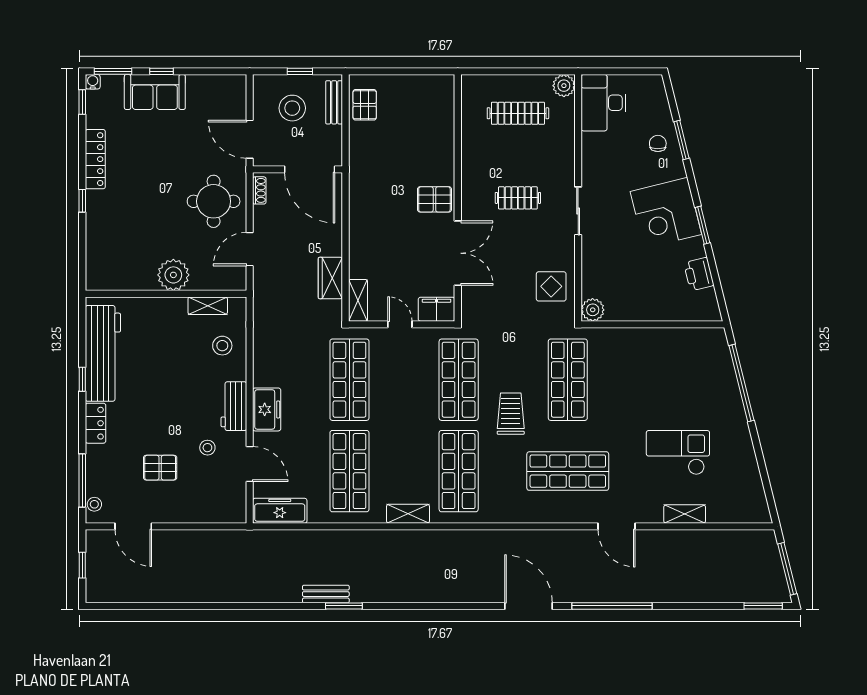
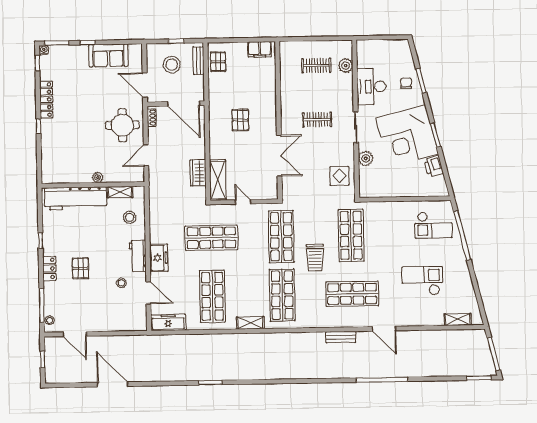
plant: (564, 86) -> (346, 66), moved
sofa: (155, 92) -> (108, 55), moved
desk: (603, 103) -> (371, 87), moved
clothes rail: (518, 113) -> (316, 65), width x0.73
pallet: (434, 199) -> (240, 120), moved, turned 90
corner desk: (666, 213) -> (407, 136), width x1.36, depth x1.36
plant: (173, 275) -> (98, 177), width x0.53, depth x0.53
shelving: (358, 300) -> (218, 180), width x1.50, depth x1.33
filing cabinet: (437, 309) -> (260, 49), moved, turned 180
plant: (593, 310) -> (366, 158), moved
workbench: (103, 353) -> (76, 198), moved, turned 90
checkout: (697, 366) -> (433, 225), added
shop shelf: (349, 380) -> (211, 238), turned 90
trolley: (511, 414) -> (315, 258), turned 180
pallet: (160, 468) -> (80, 268), moved, turned 90
shelving: (685, 514) -> (458, 319), moved
bench: (326, 594) -> (341, 337), moved
door: (528, 606) -> (112, 384), moved

